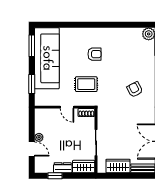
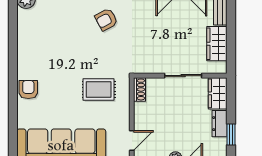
armchair: (94, 54) -> (28, 90), moved
rug: (86, 84) -> (99, 90), turned 90
door: (67, 107) -> (132, 140), moved

